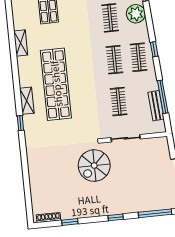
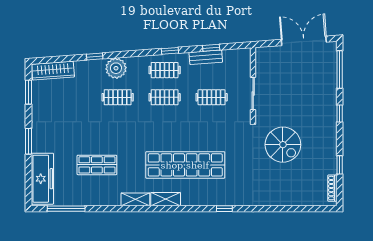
window: (154, 49) -> (170, 51), moved
window: (163, 97) -> (211, 48), width x0.46
shelving: (27, 101) -> (166, 199), moved
bench: (156, 106) -> (206, 57), moved
spiral stairs: (94, 166) -> (283, 145), moved

